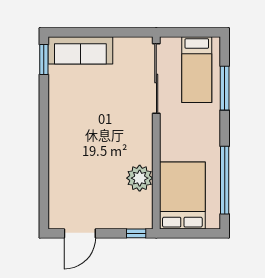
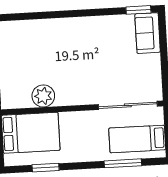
sofa: (80, 50) -> (148, 33), width x0.73
window: (225, 180) -> (46, 168), width x0.47

